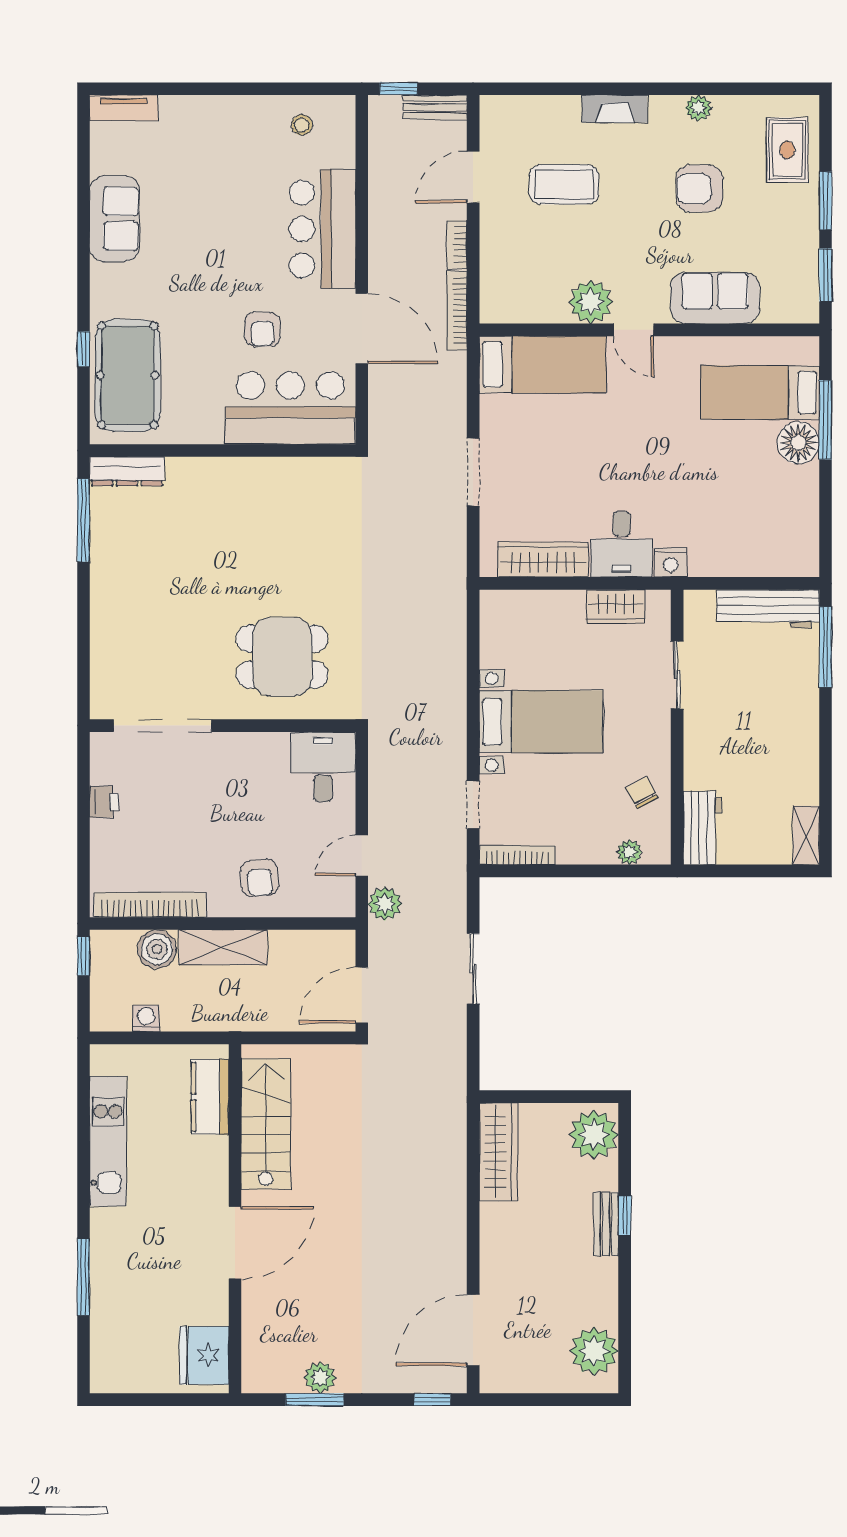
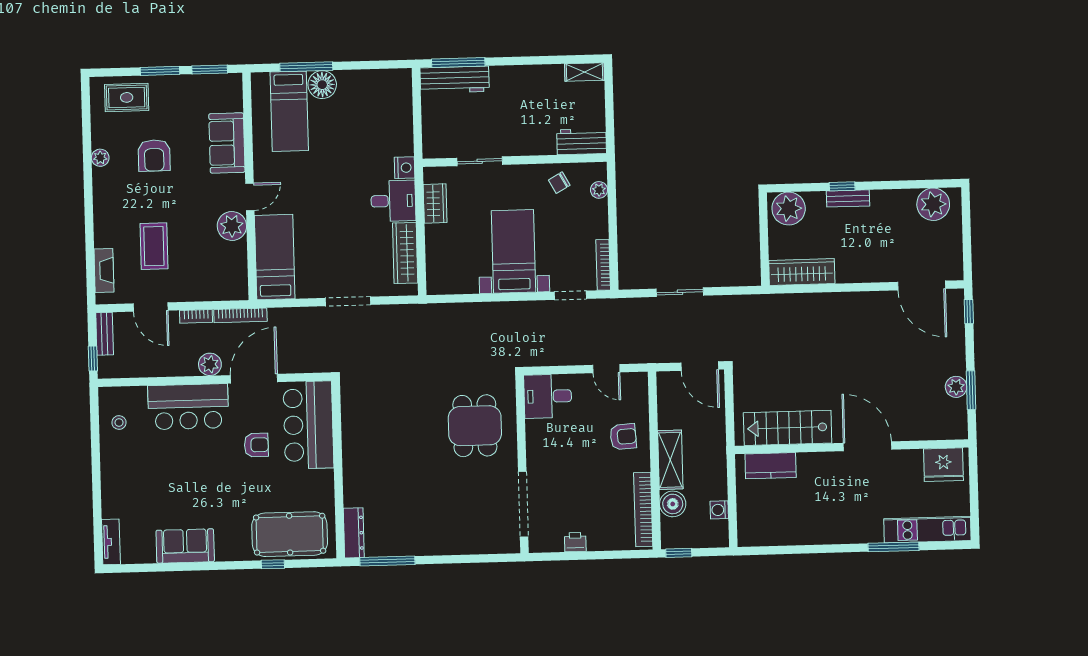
fireplace: (615, 109) -> (104, 271), moved
workbench: (768, 609) -> (455, 80), moved, turned 90
plant: (385, 904) -> (210, 364), moved
kitchen unit: (108, 1141) -> (927, 530), moved

